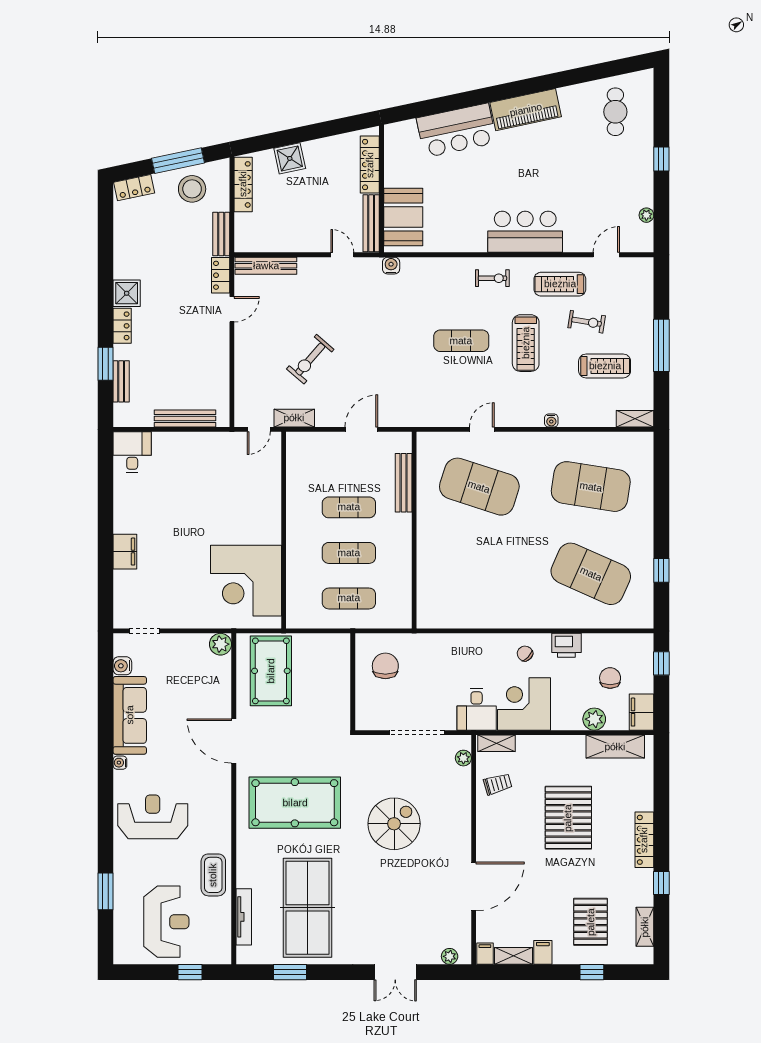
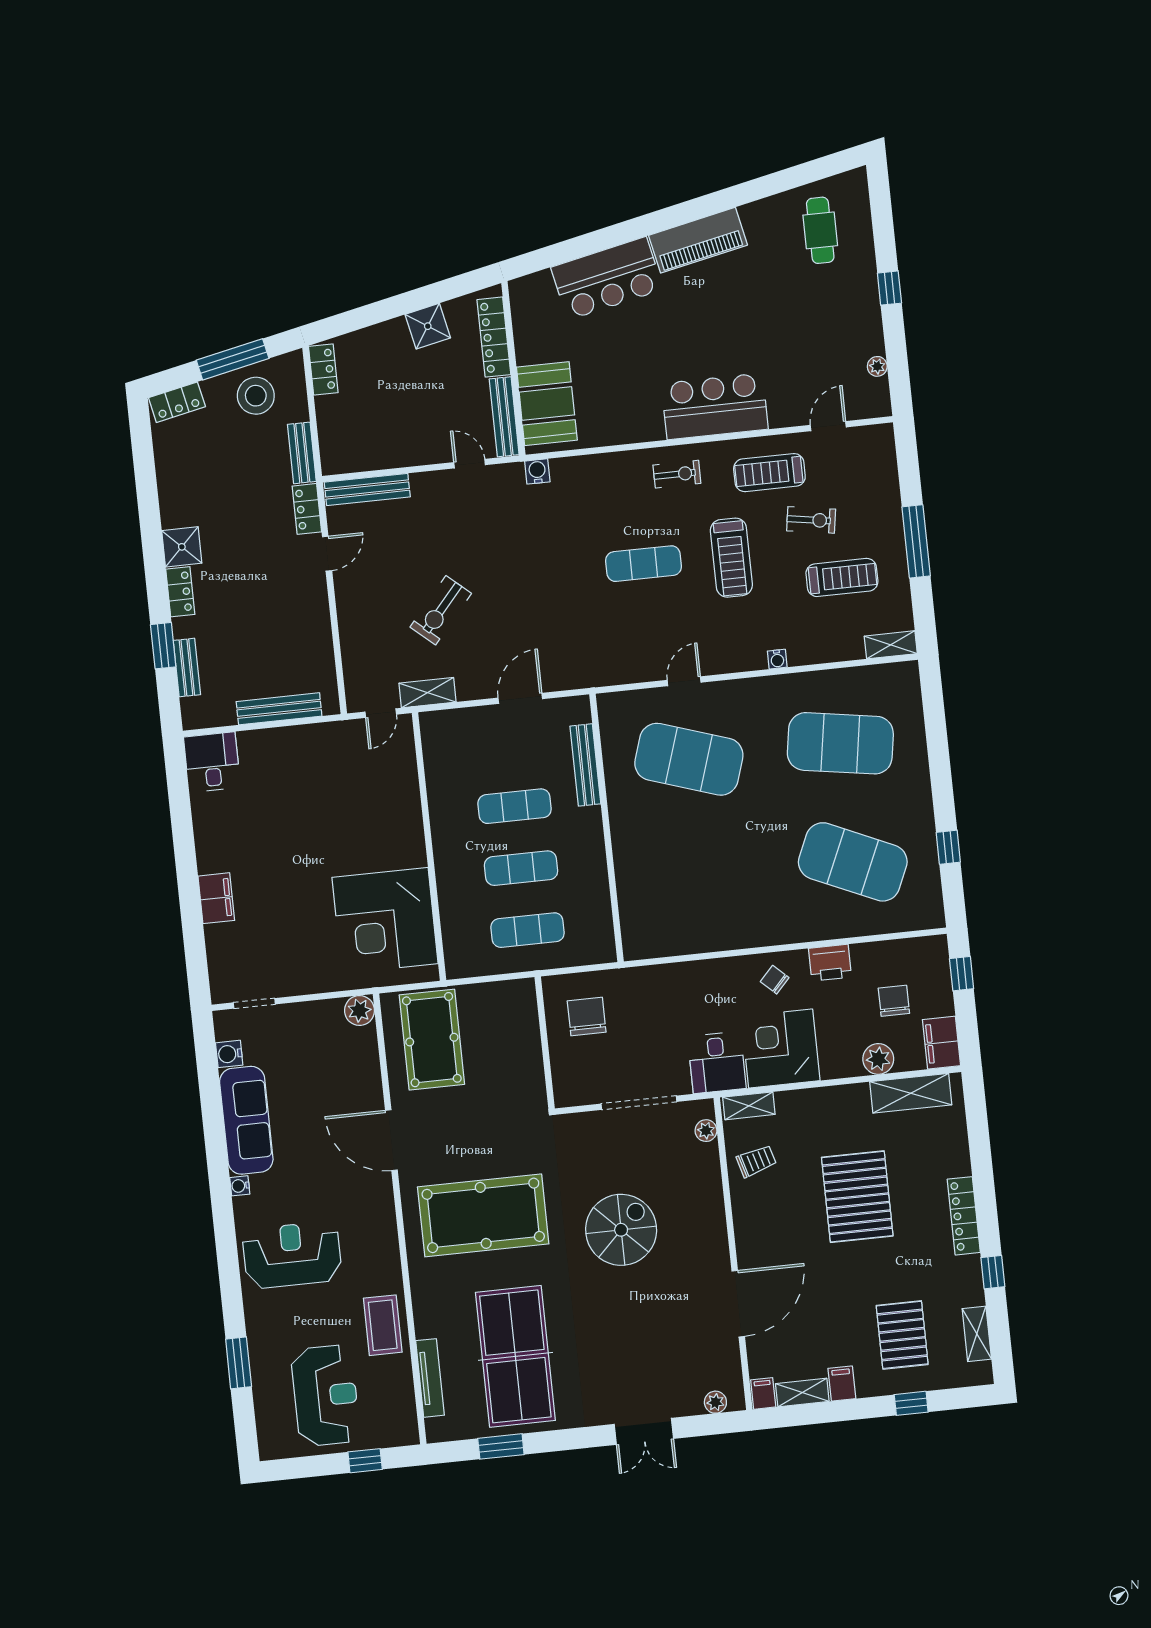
shower: (290, 158) -> (428, 326), moved
locker: (243, 184) -> (323, 369), width x0.66

